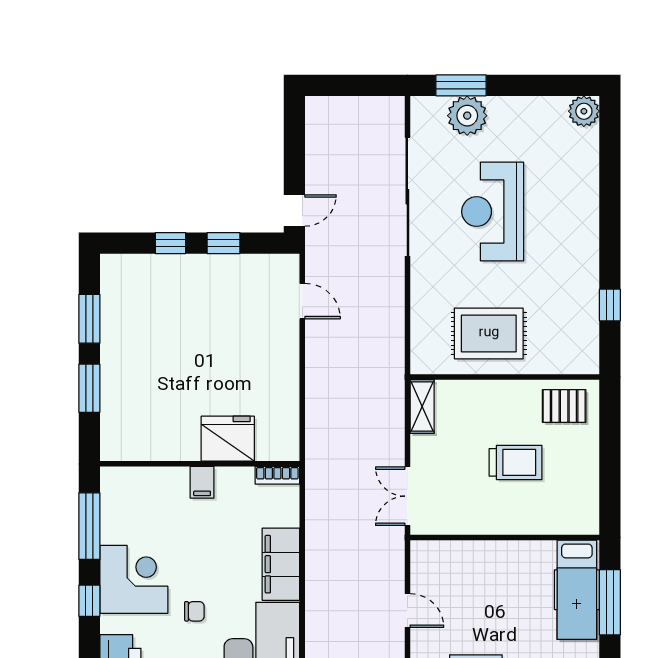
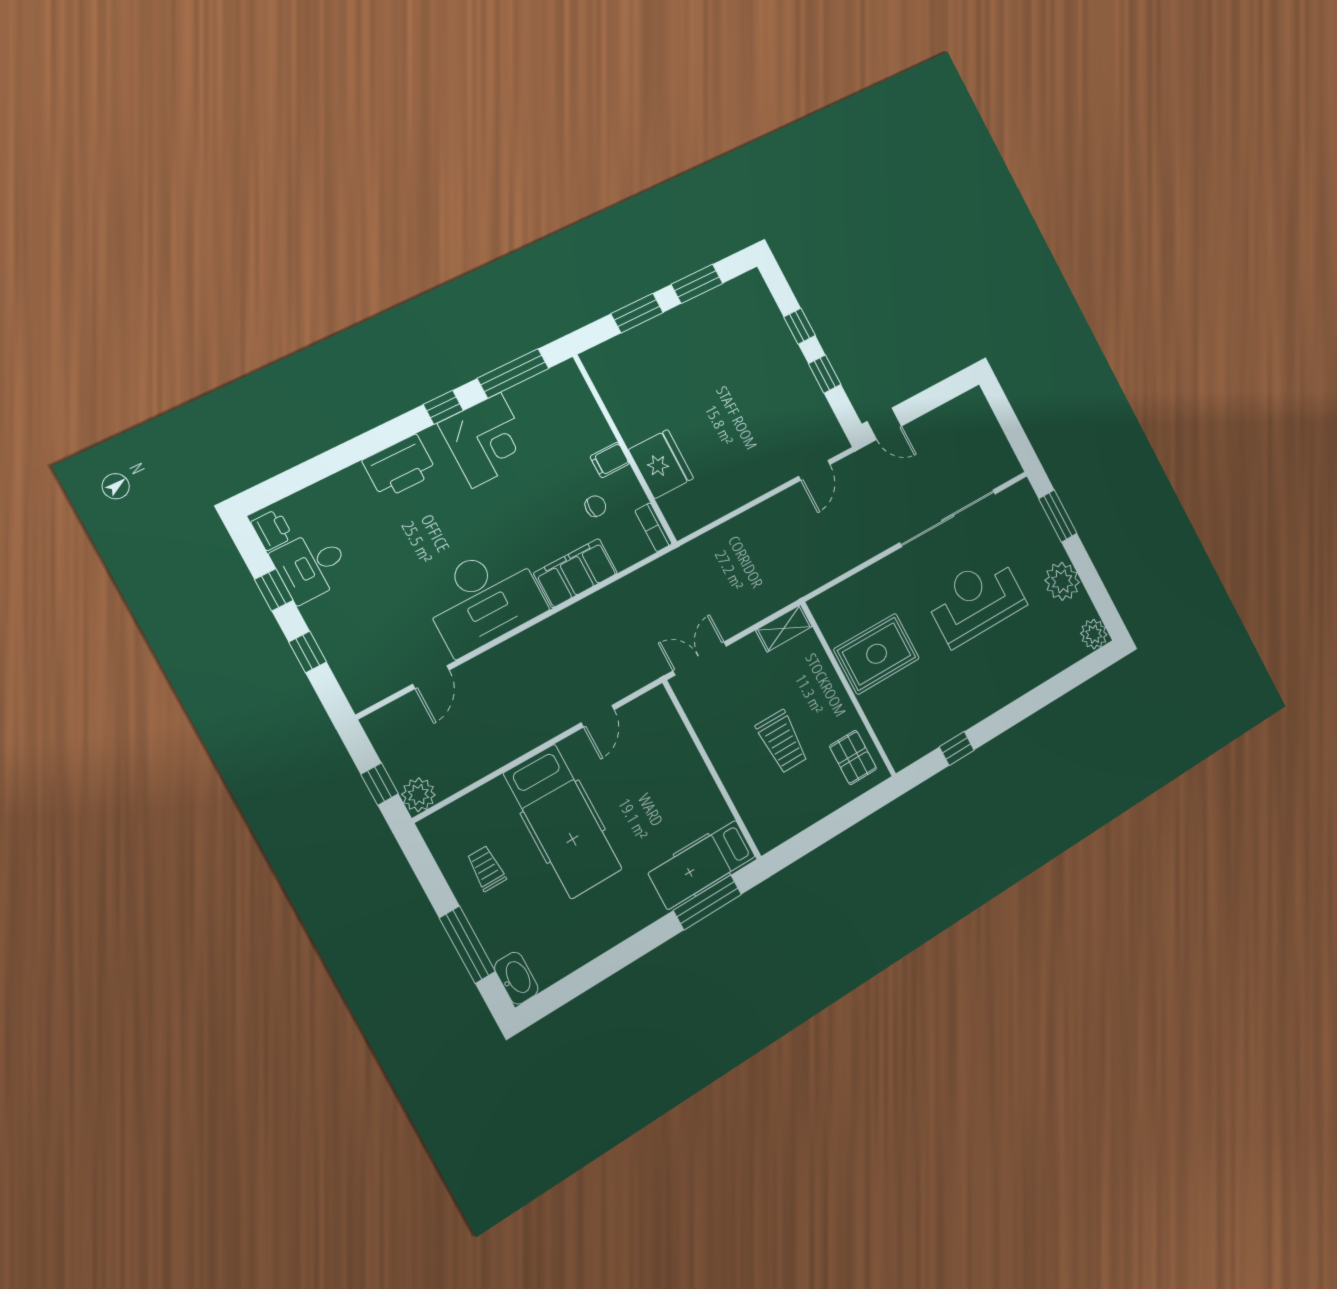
plant: (467, 116) -> (1062, 581), moved
rug: (489, 333) -> (877, 654), turned 90
chair: (194, 611) -> (595, 506), moved, turned -90

